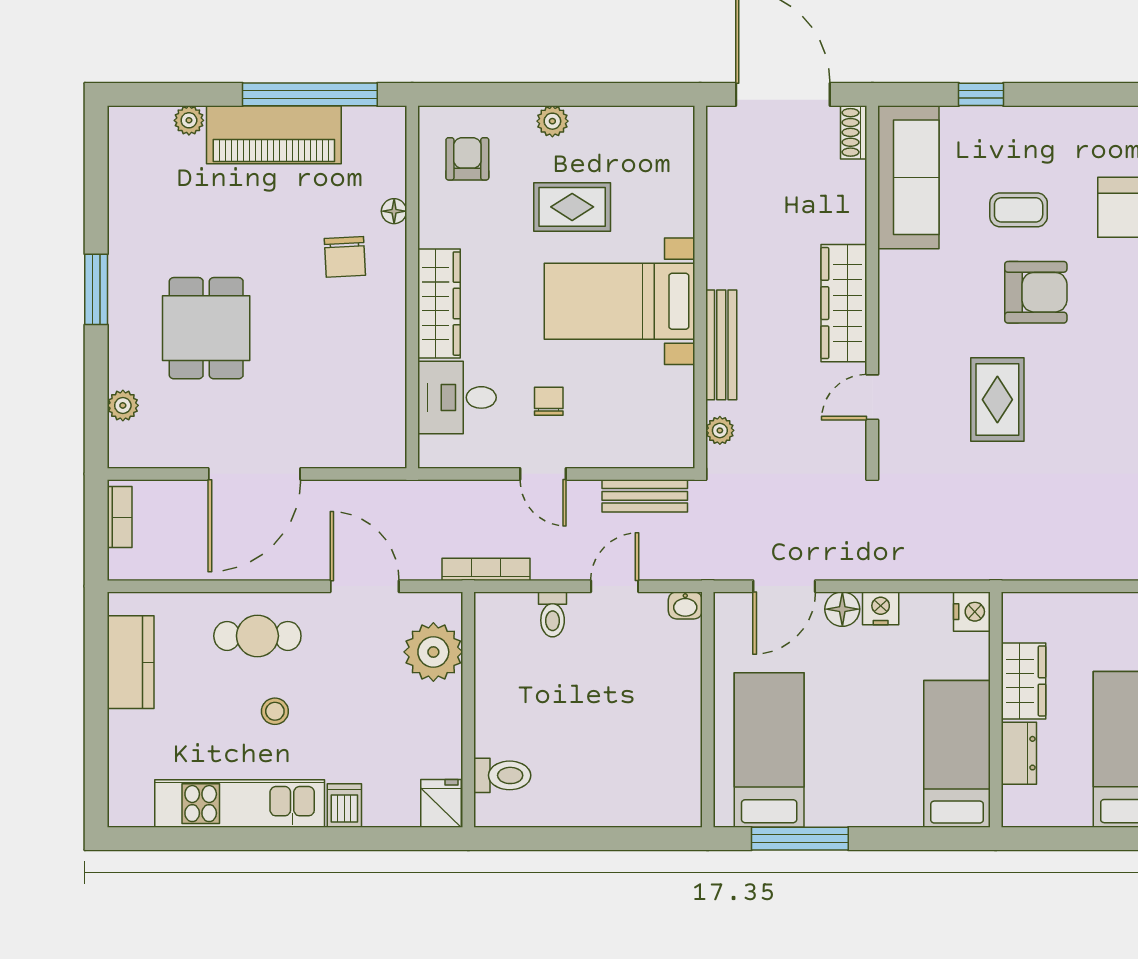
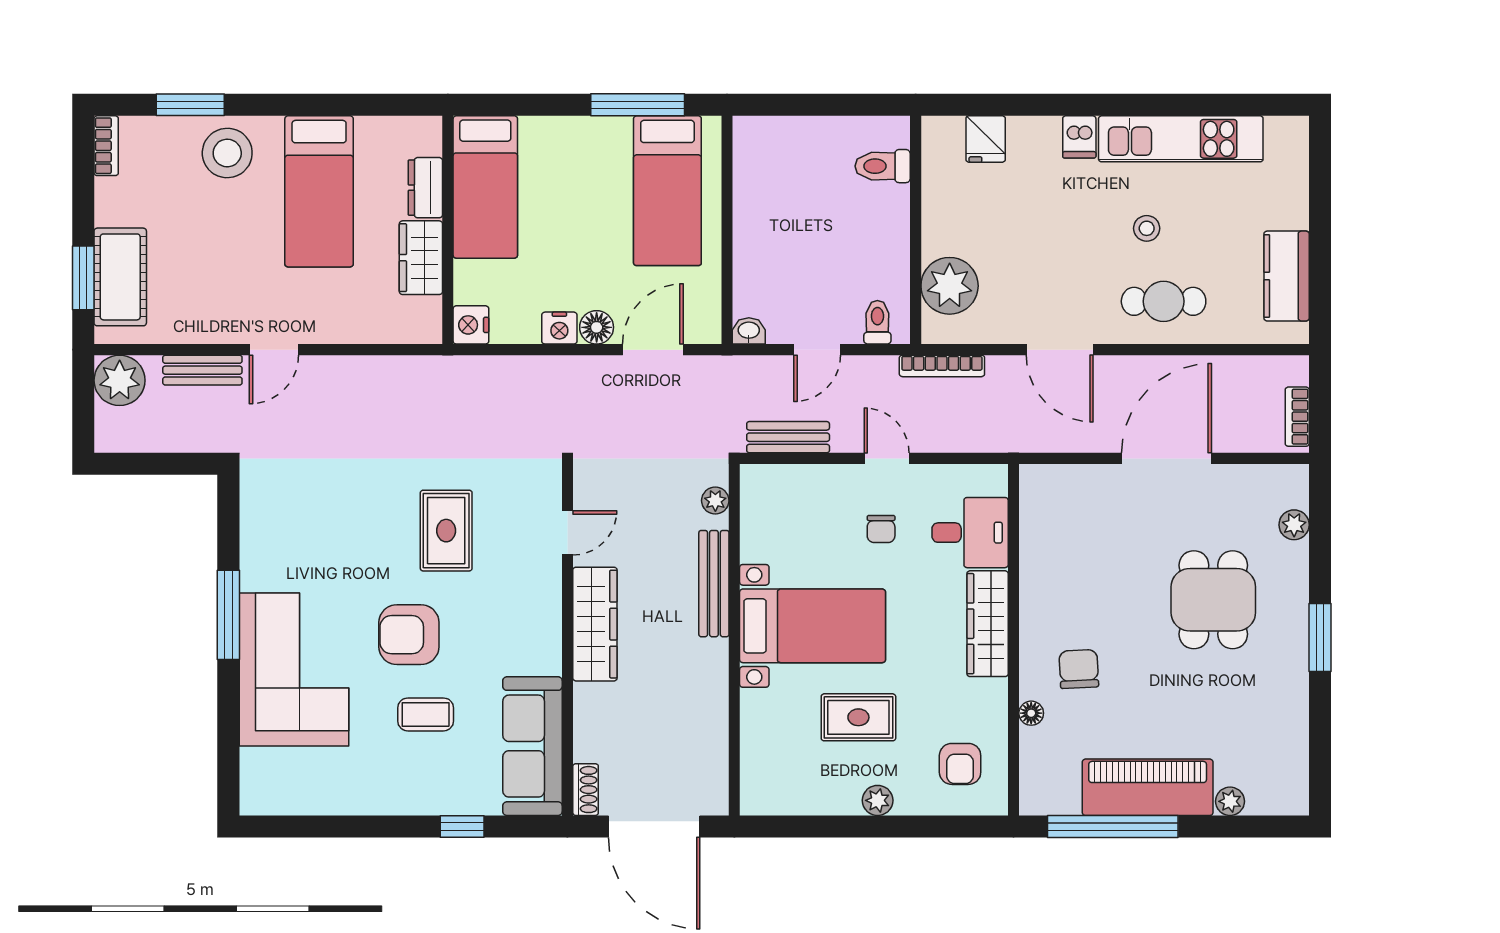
plant: (433, 652) -> (950, 286), moved
wall: (468, 710) -> (916, 230), moved
toilet: (502, 775) -> (883, 166), moved

